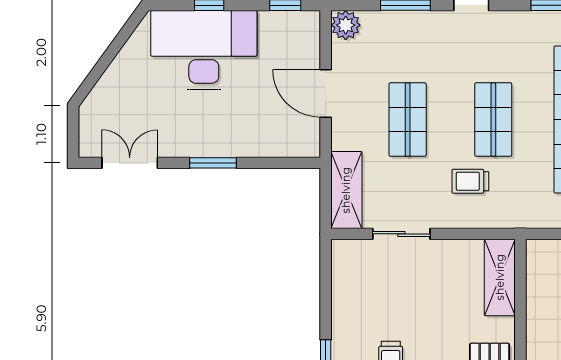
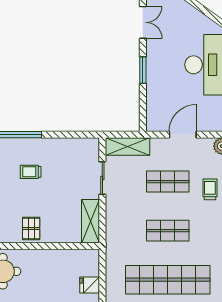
trolley: (470, 181) -> (210, 189), moved
shelving: (500, 277) -> (90, 221), moved, turned 90

